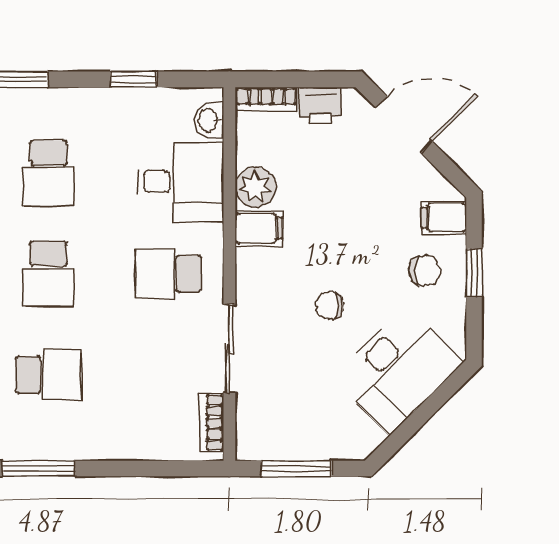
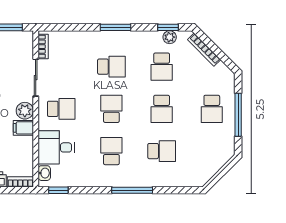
window: (133, 79) -> (58, 190), moved
plant: (255, 187) -> (25, 111), moved
school desk: (48, 375) -> (111, 67), turned 180

